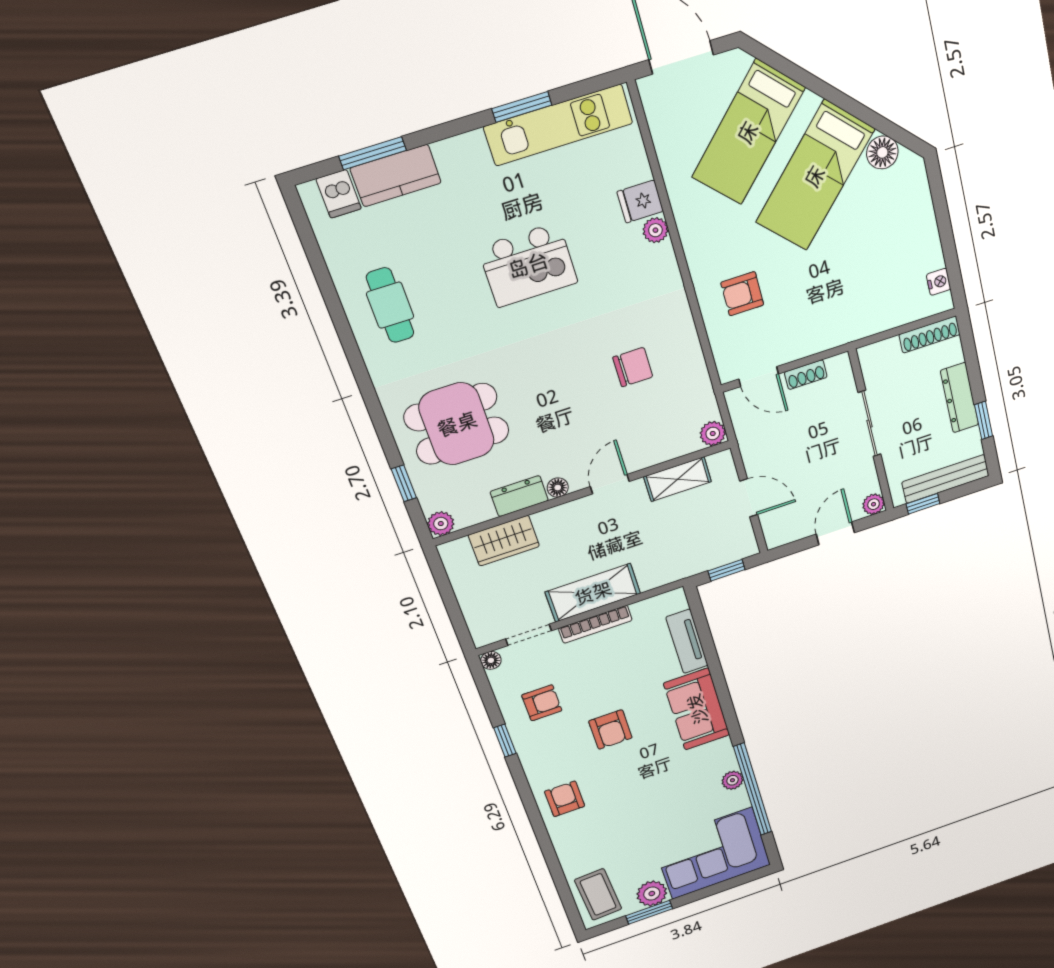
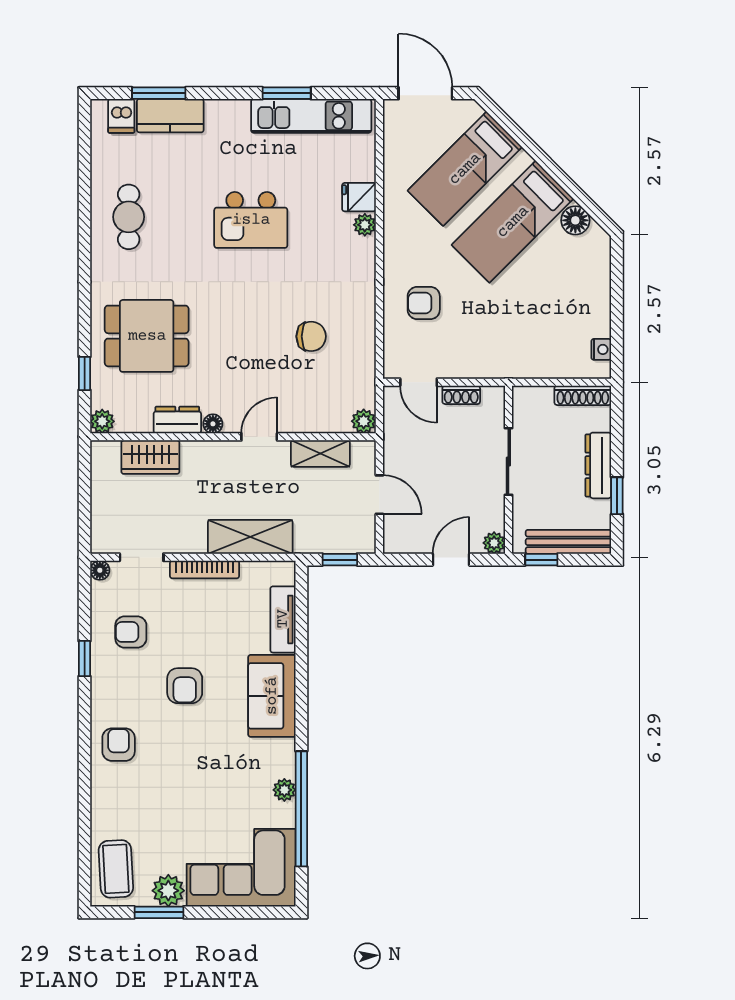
shelving: (593, 593) -> (250, 537), moved
armchair: (542, 703) -> (131, 632), turned 180

